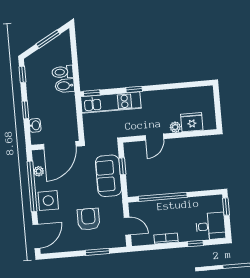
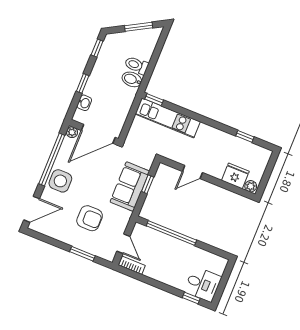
window: (134, 89) -> (245, 136), moved
plant: (175, 127) -> (251, 186), moved
plant: (39, 171) -> (72, 132), moved
window: (226, 207) -> (227, 273), removed
armchair: (88, 219) -> (90, 218), turned 90
bookcase: (166, 239) -> (132, 265), moved
window: (195, 243) -> (191, 298), moved

